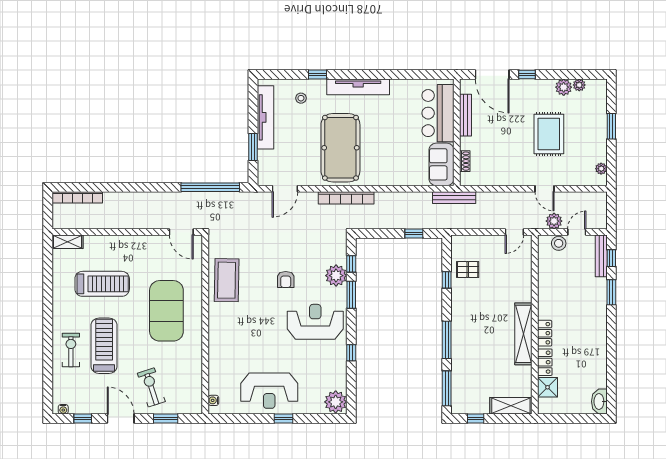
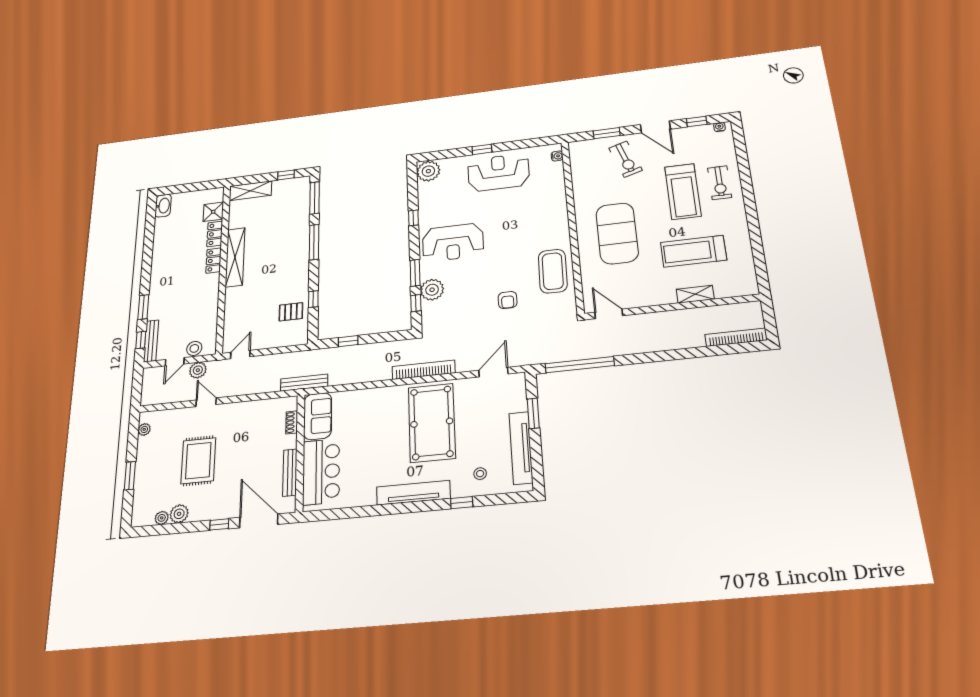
shelving: (67, 242) -> (695, 294), moved
armchair: (286, 279) -> (508, 300), moved, turned 180

